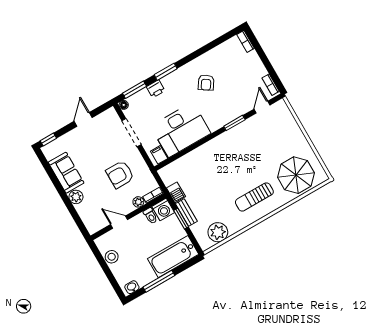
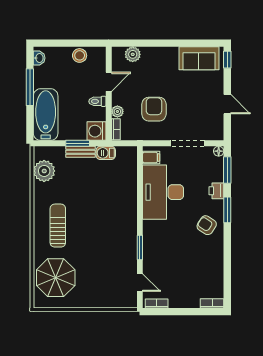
armchair: (206, 83) -> (207, 225), moved
sofa: (66, 173) -> (199, 58), moved
plant: (76, 197) -> (133, 54), moved
toilet: (150, 216) -> (97, 101), moved

